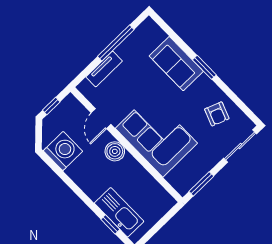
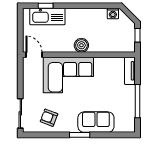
tv unit: (104, 69) -> (130, 71), moved
door: (101, 119) -> (34, 55), moved
washing machine: (63, 151) -> (113, 13), width x0.53, depth x0.53
window: (201, 184) -> (20, 74), removed

